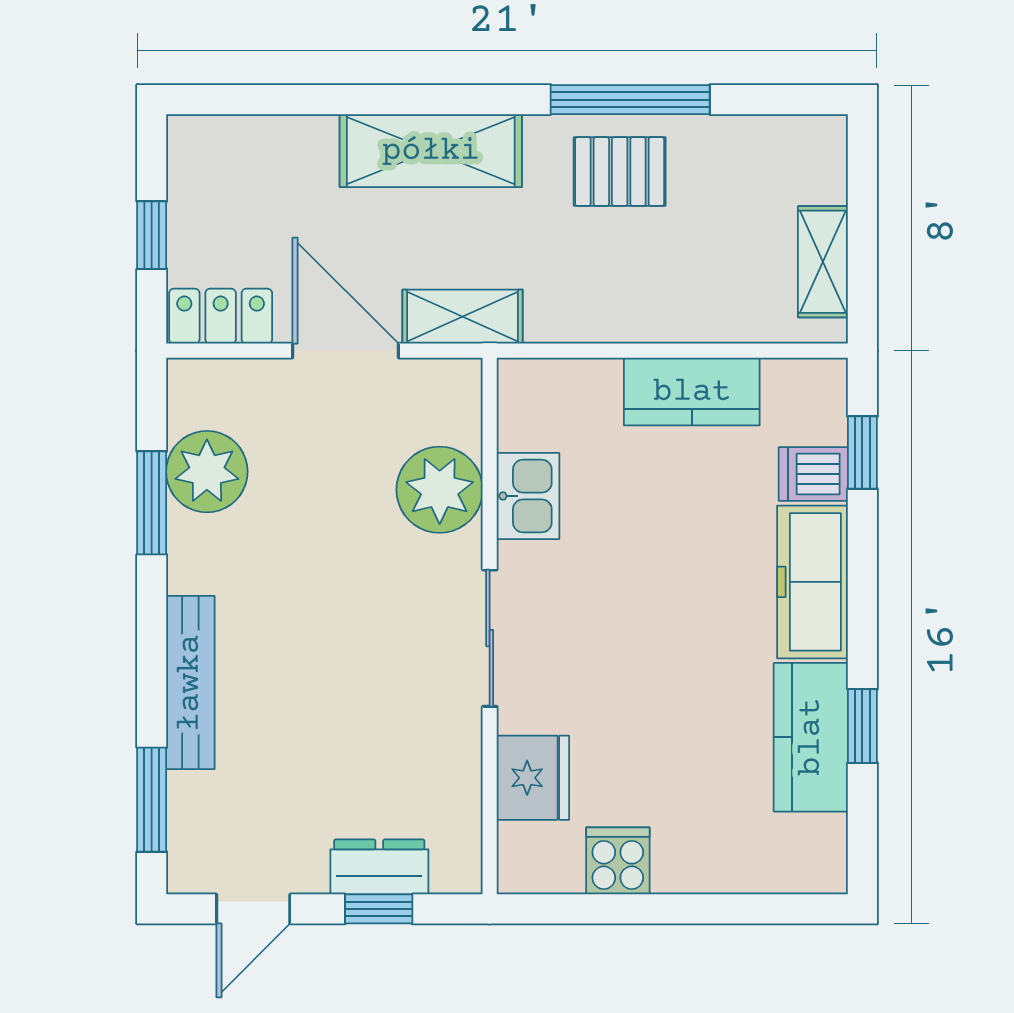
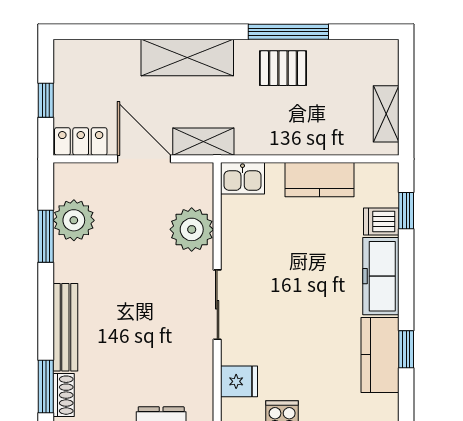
kitchen sink: (528, 496) -> (243, 178), moved, turned 90
fridge: (533, 778) -> (239, 381), width x0.72
shoe rack: (187, 816) -> (64, 395), added

